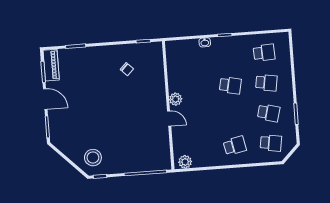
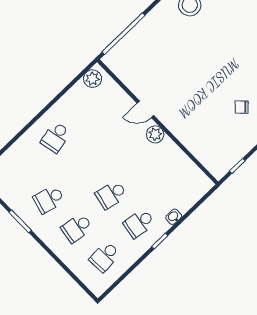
chair: (127, 69) -> (242, 107), moved
school desk: (271, 143) -> (139, 223), moved

